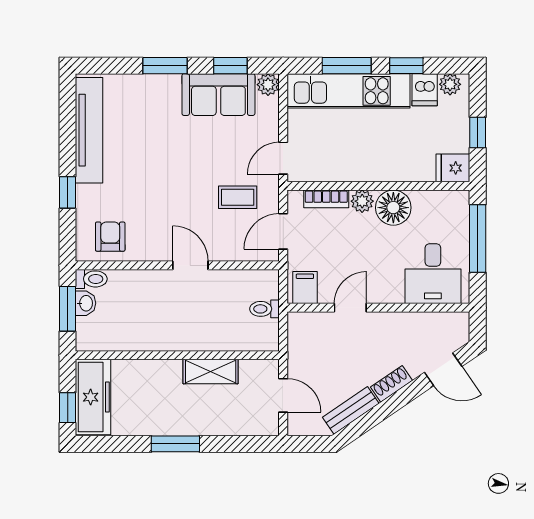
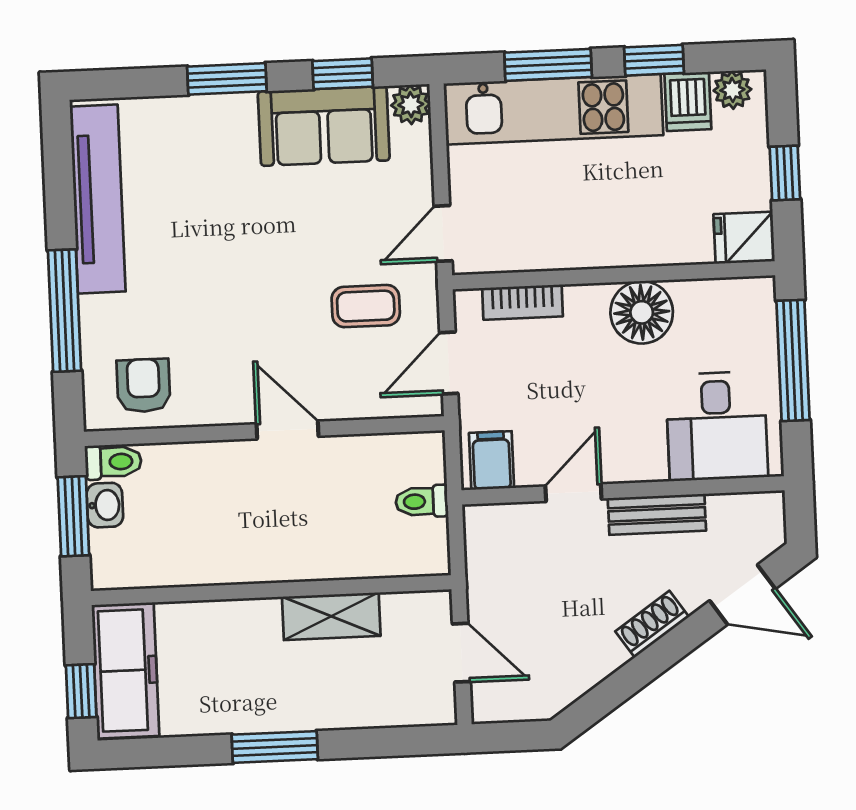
window: (68, 192) -> (65, 311), width x2.17
plant: (362, 201) -> (586, 303), removed
bench: (351, 410) -> (657, 514), moved, turned 34

